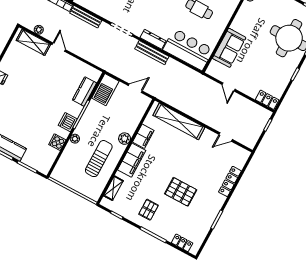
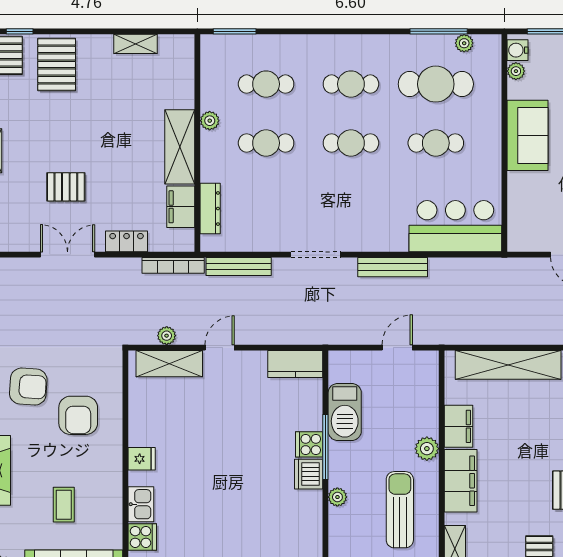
dresser: (153, 39) -> (382, 242), removed
door: (59, 47) -> (220, 348), hinge flipped
sofa: (229, 48) -> (528, 135), moved
barbecue: (105, 90) -> (345, 412), moved
kitchen counter: (84, 91) -> (295, 364), moved, turned -90
cooker: (57, 142) -> (309, 444), moved

